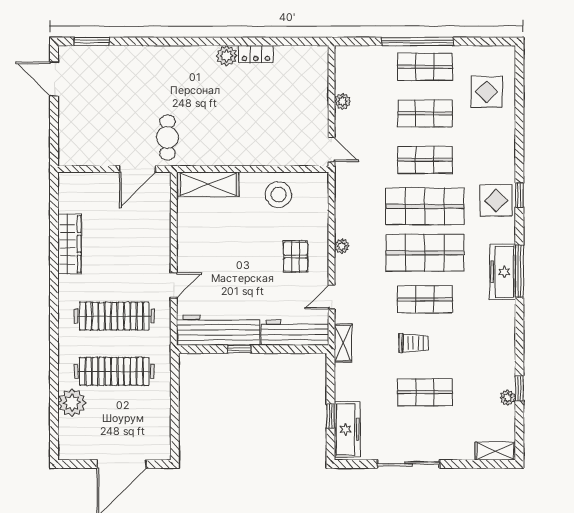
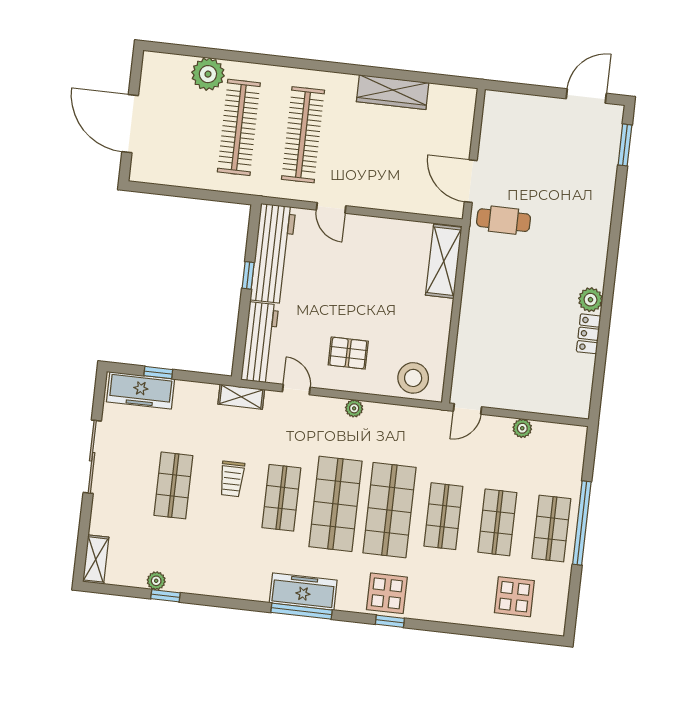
stool: (278, 195) -> (413, 378), moved

